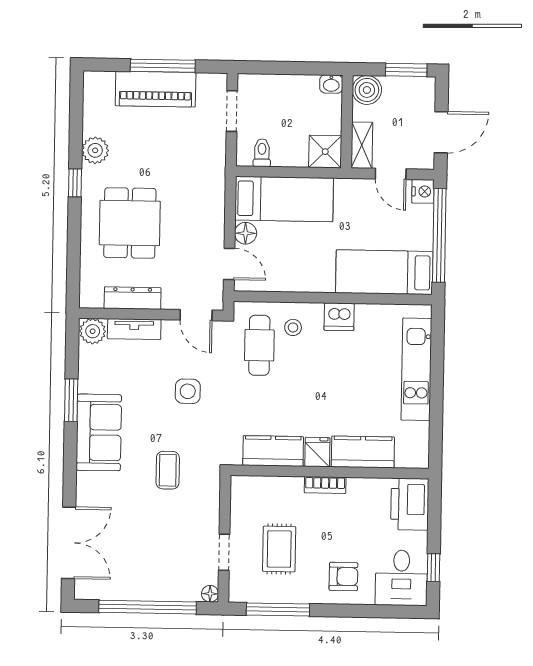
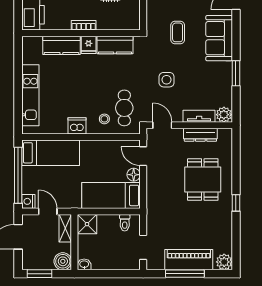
plant: (95, 150) -> (224, 262), moved
sofa: (99, 432) -> (219, 38), moved

